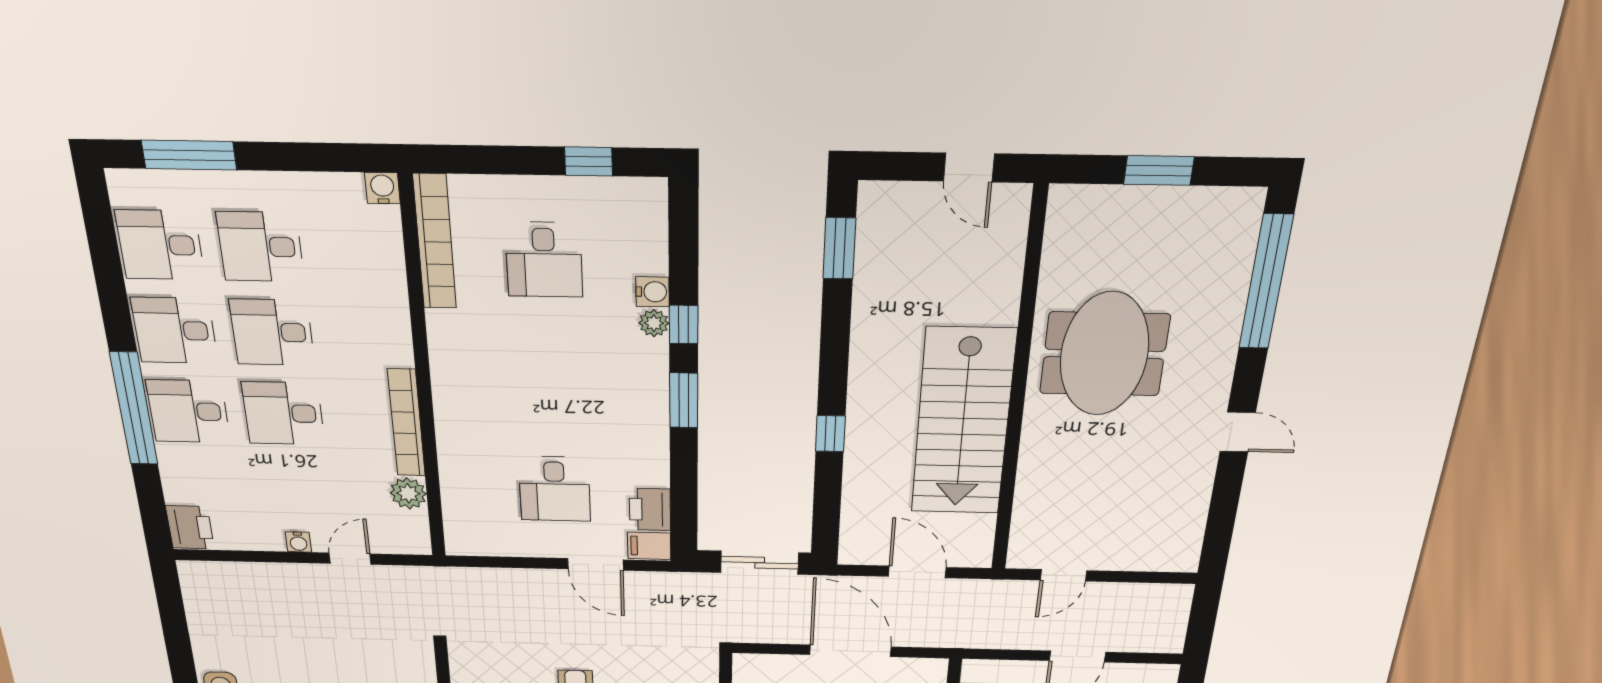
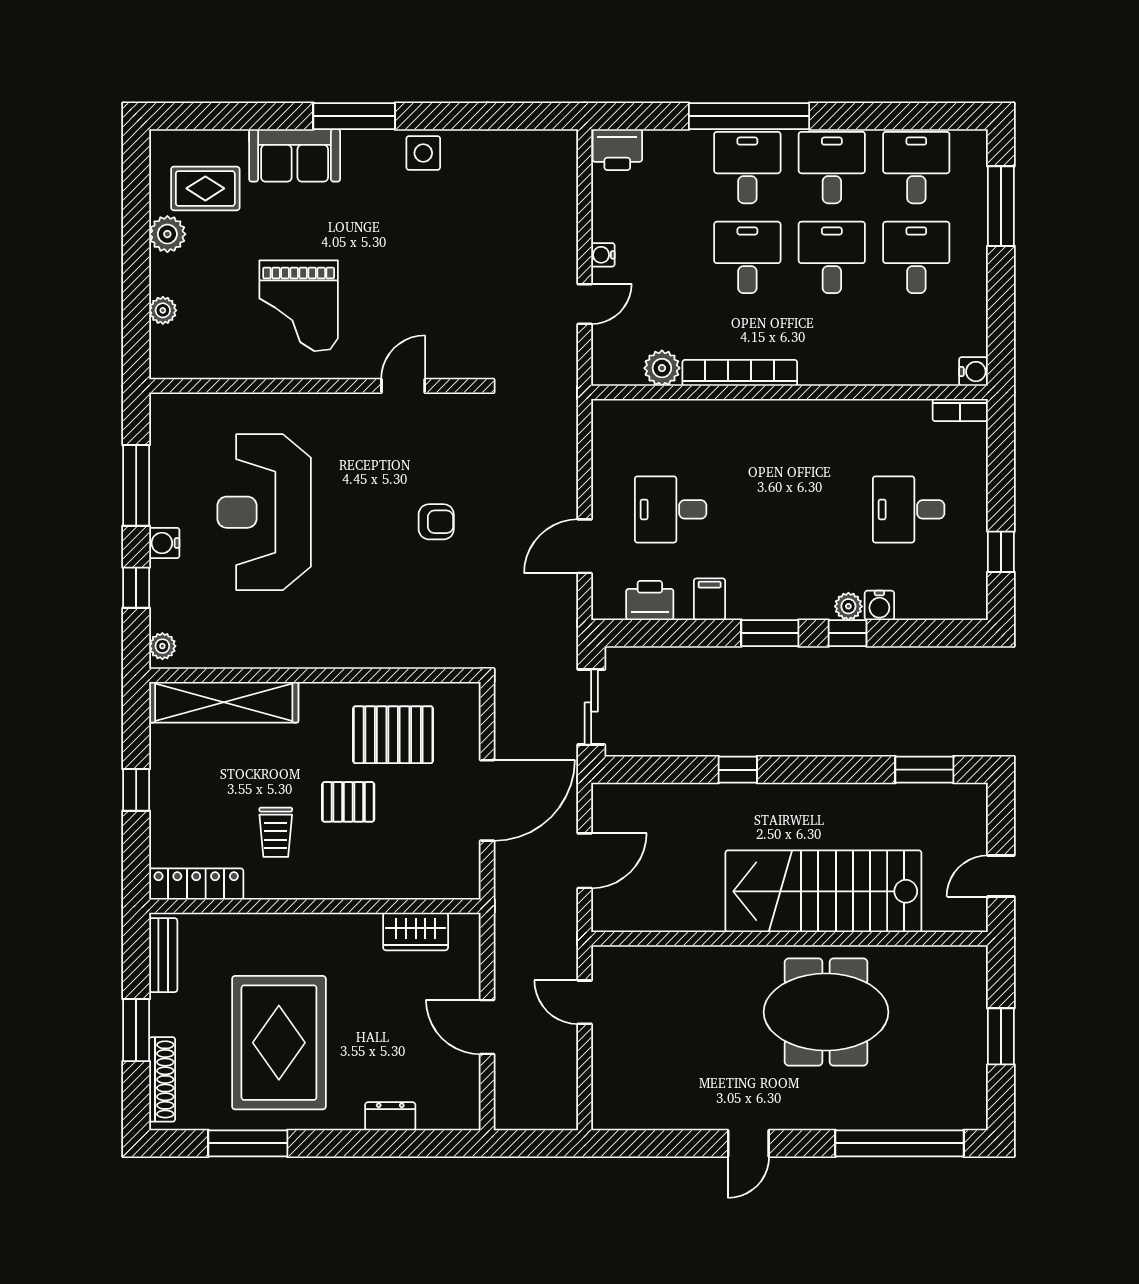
bookcase: (435, 242) -> (960, 410), width x0.43, depth x0.76
stairs: (963, 422) -> (823, 891), moved
filing cabinet: (649, 546) -> (710, 599), moved
door: (350, 559) -> (585, 304), hinge flipped

